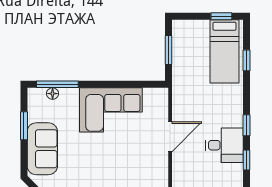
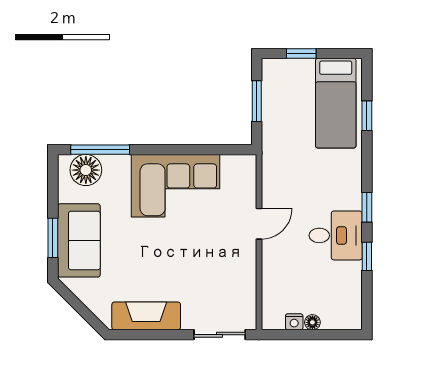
window: (221, 16) -> (301, 54), moved
floor lamp: (53, 94) -> (86, 170), width x1.89, depth x1.89
window: (24, 126) -> (53, 238), moved
door: (170, 137) -> (259, 224), width x0.73

